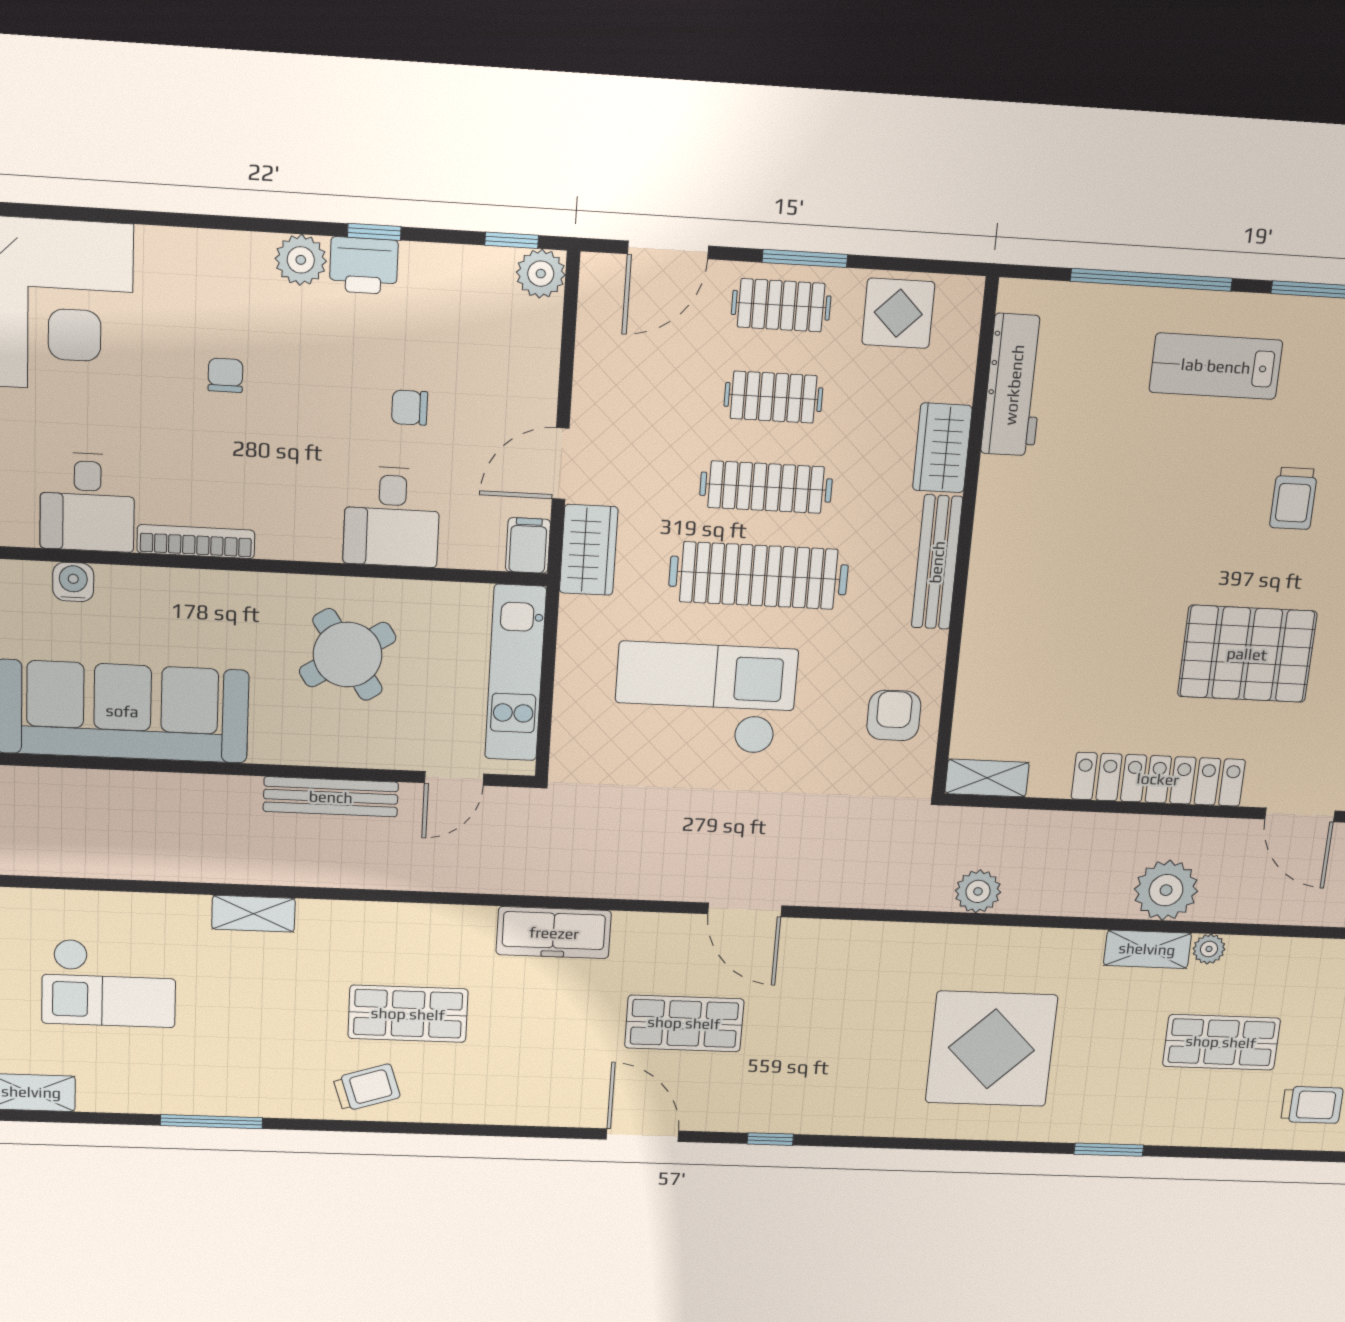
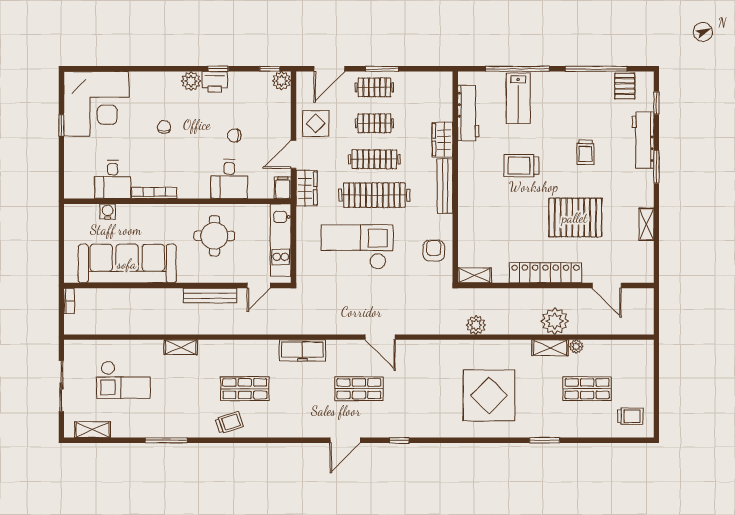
display table: (898, 313) -> (316, 123), moved
lab bench: (1216, 366) -> (518, 98), moved, turned -90
trolley: (1131, 523) -> (521, 166), added
round table: (348, 655) -> (214, 236), turned 33
door: (643, 1135) -> (345, 440), swing flipped

